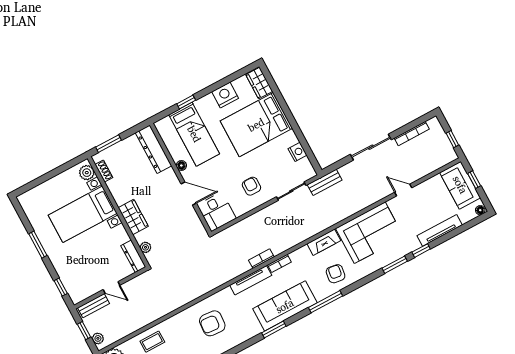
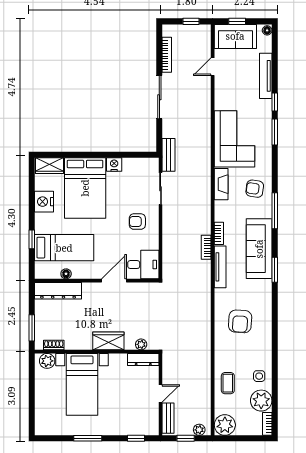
nightstand: (298, 152) -> (114, 165), moved
floor lamp: (181, 165) -> (66, 274), moved
door: (403, 190) -> (213, 67), moved

